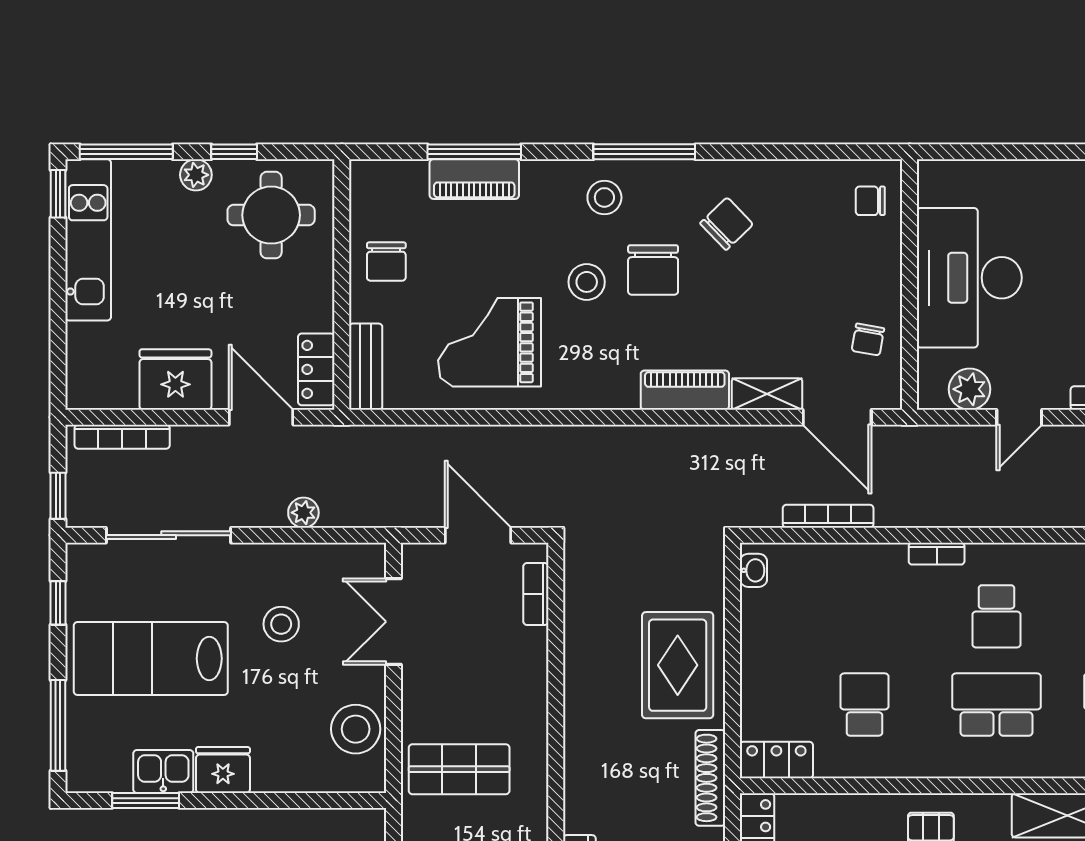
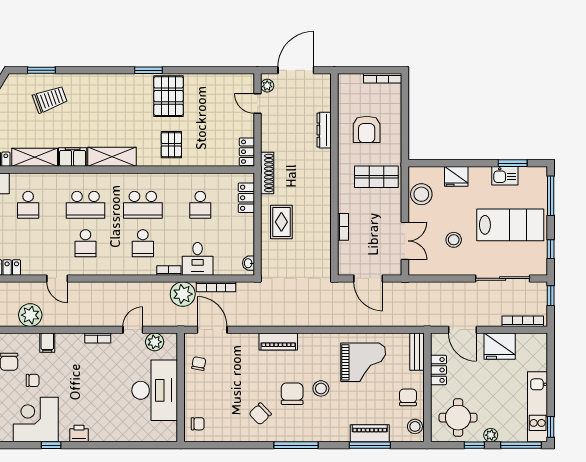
stool: (604, 197) -> (415, 426), moved
locker: (316, 369) -> (438, 370), moved
shelving: (767, 394) -> (243, 340), removed
plant: (303, 513) -> (183, 294), moved, width x1.88, depth x1.88
desk: (871, 580) -> (198, 259), added
bookcase: (536, 594) -> (343, 227), moved
school desk: (996, 616) -> (143, 243), turned 180
rug: (678, 665) -> (281, 222), width x0.73, depth x0.70
locker: (776, 760) -> (246, 198), moved, turned 90
fridge: (223, 770) -> (456, 176), moved

